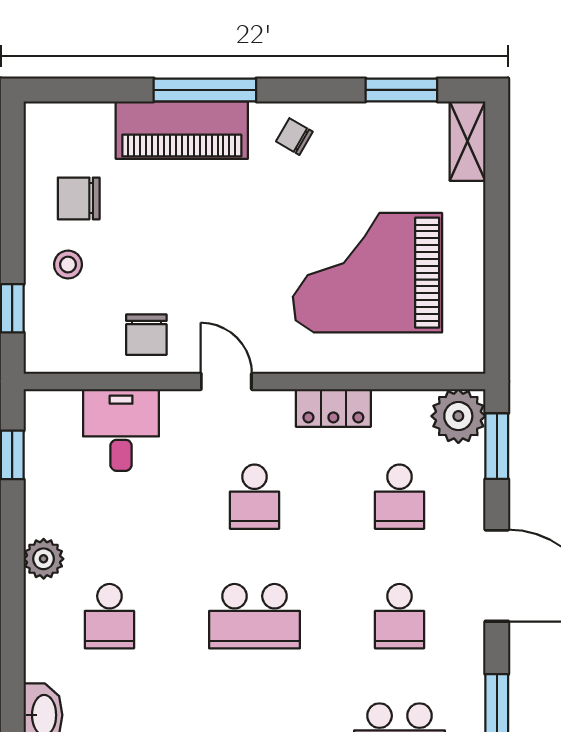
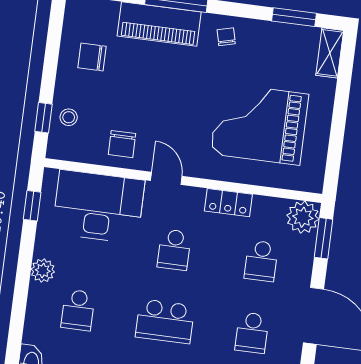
chair: (294, 137) -> (226, 37), turned 46
stool: (68, 265) -> (69, 117), moved
desk: (121, 430) -> (98, 207), width x1.87, depth x1.30

